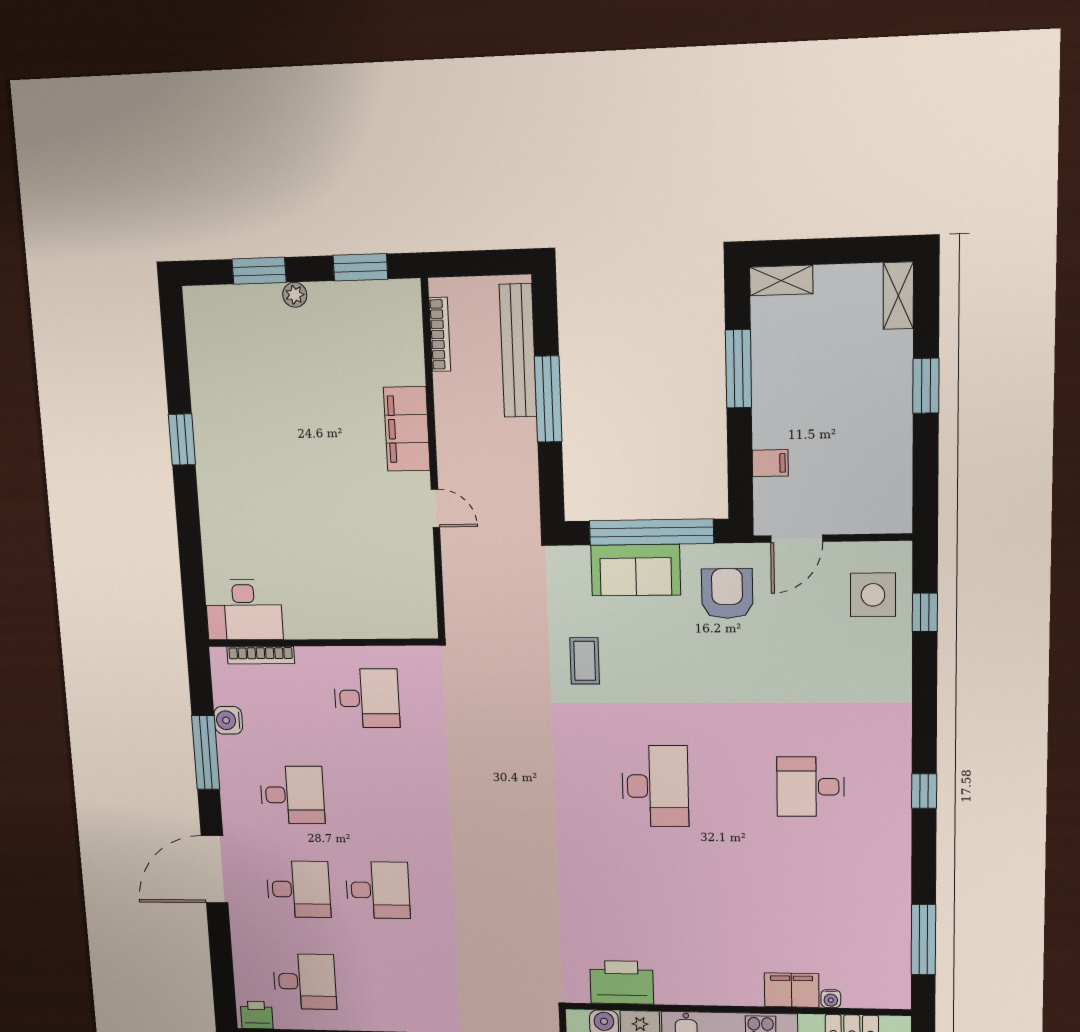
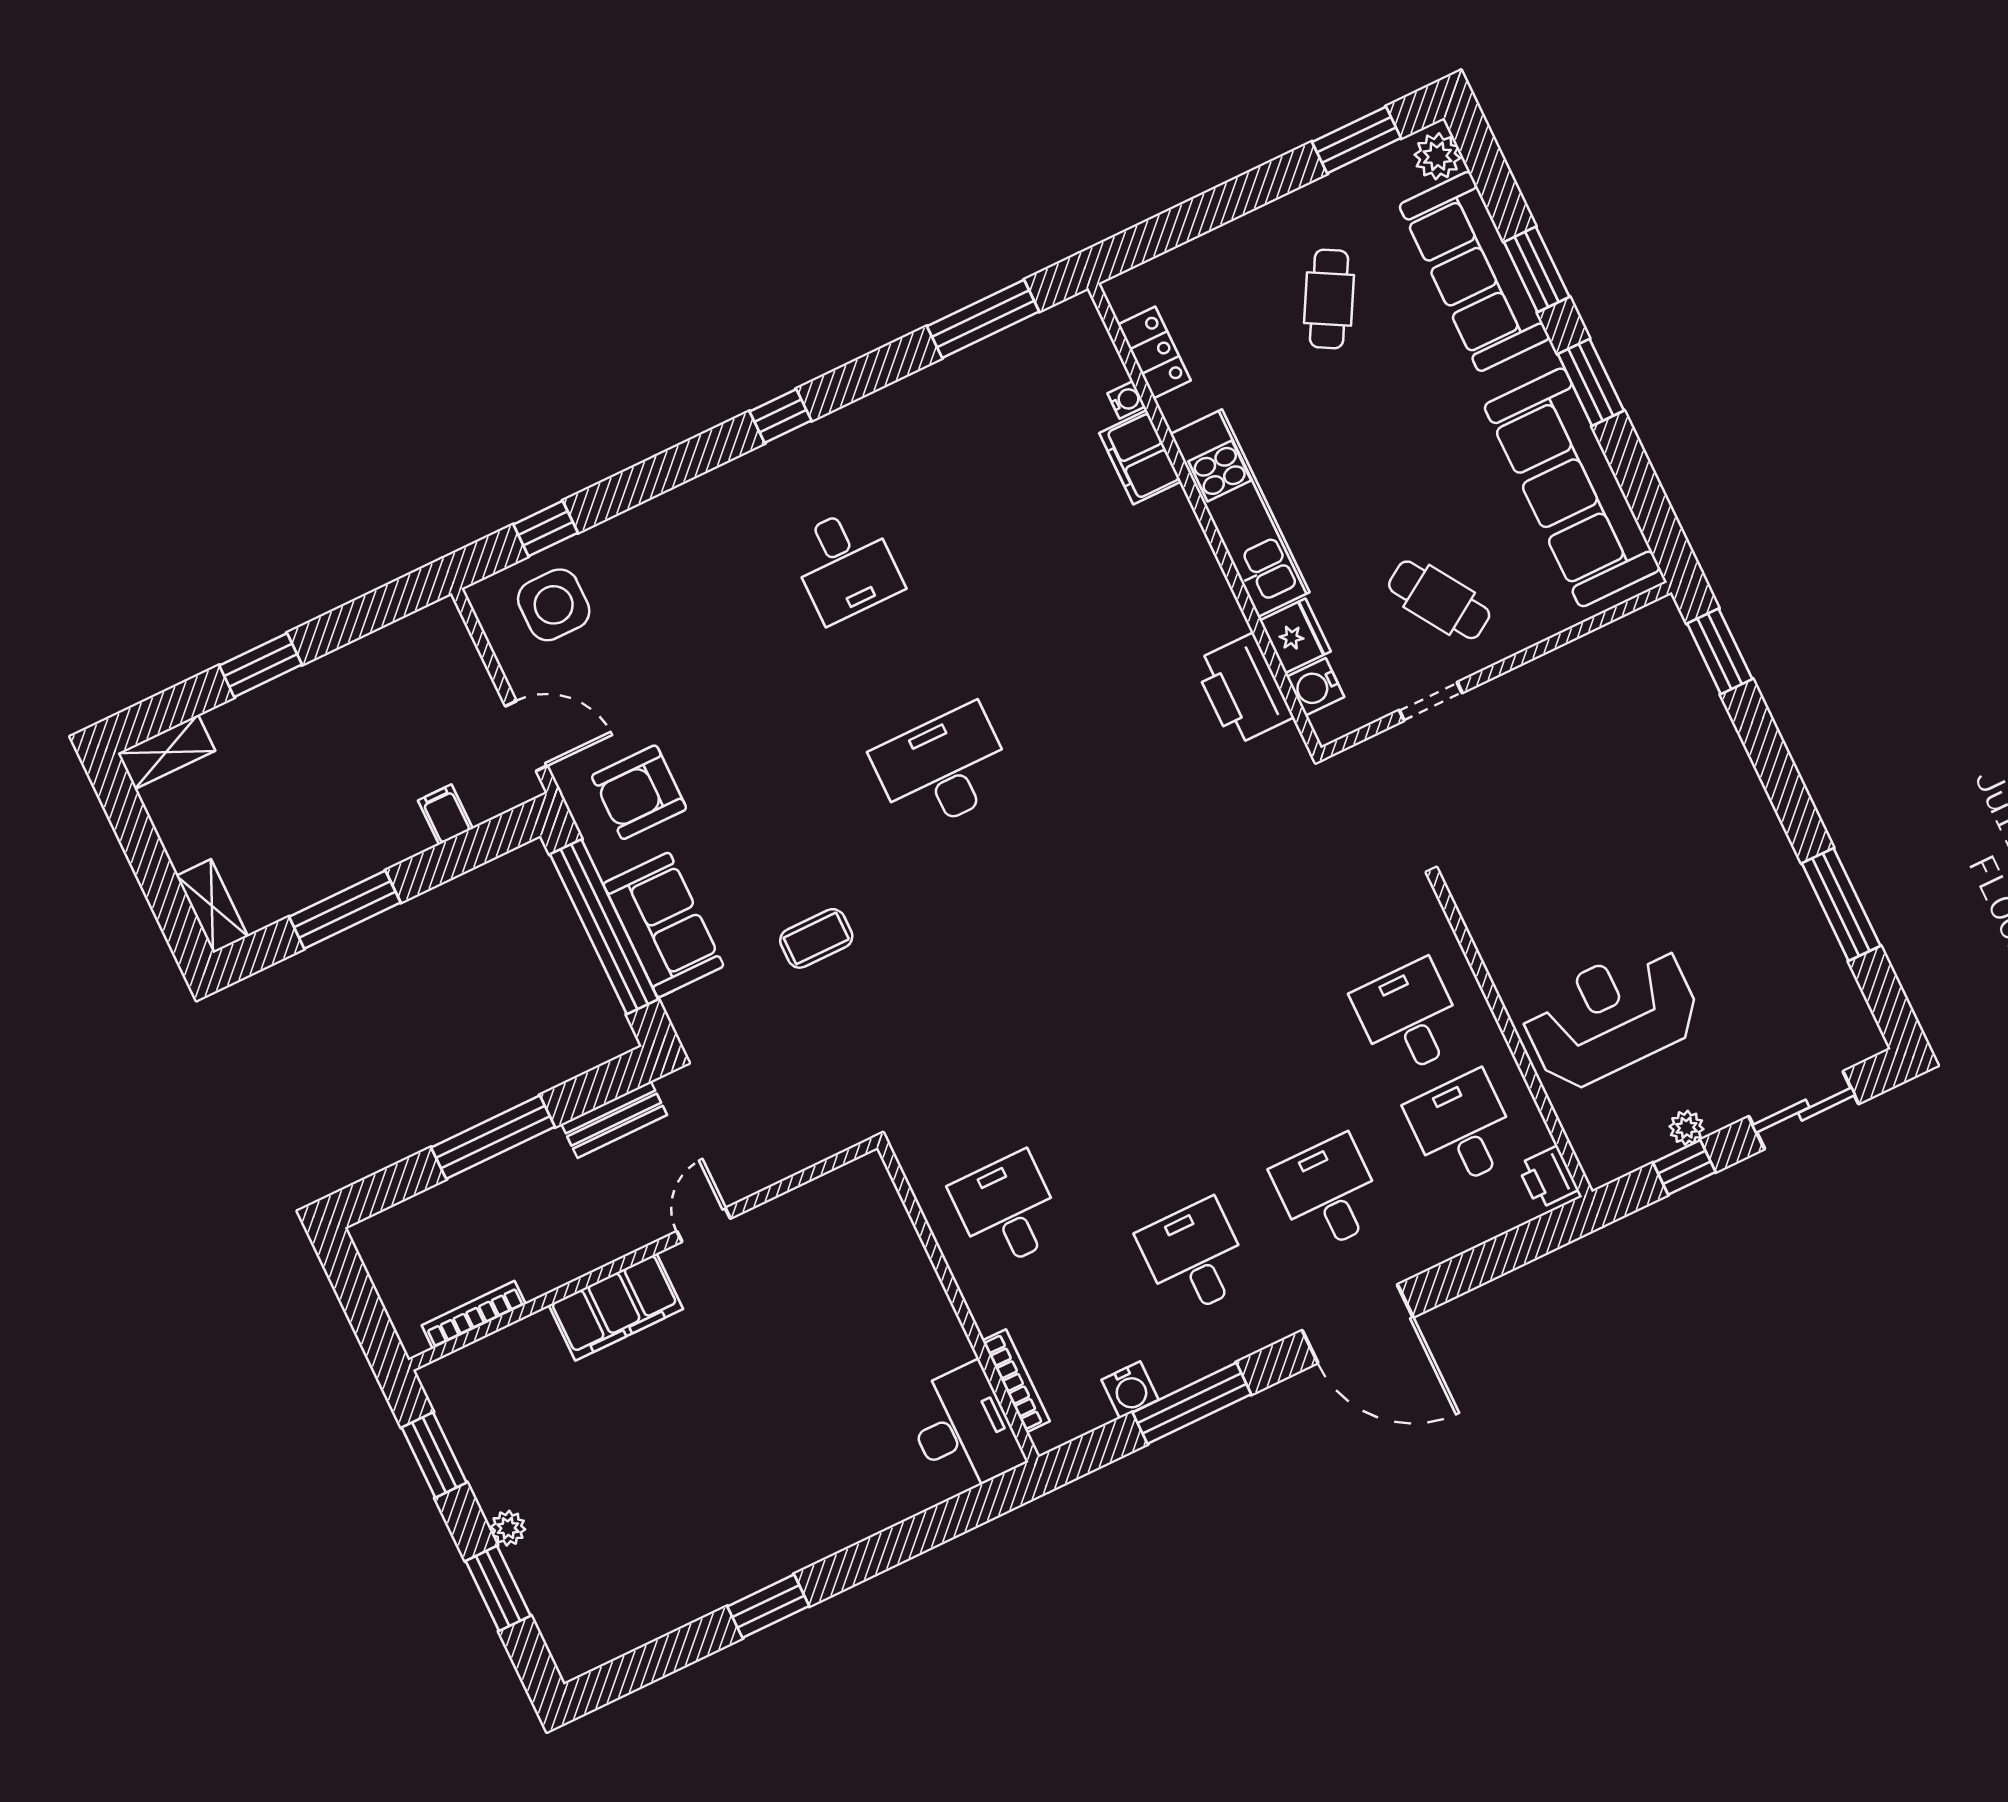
bench: (518, 351) -> (614, 1120), moved, width x0.54, depth x0.82
desk: (378, 890) -> (1409, 1018), moved

